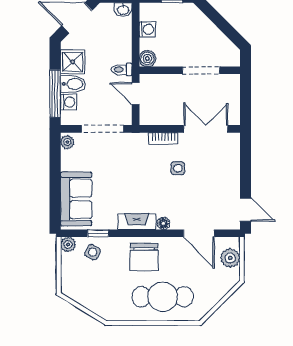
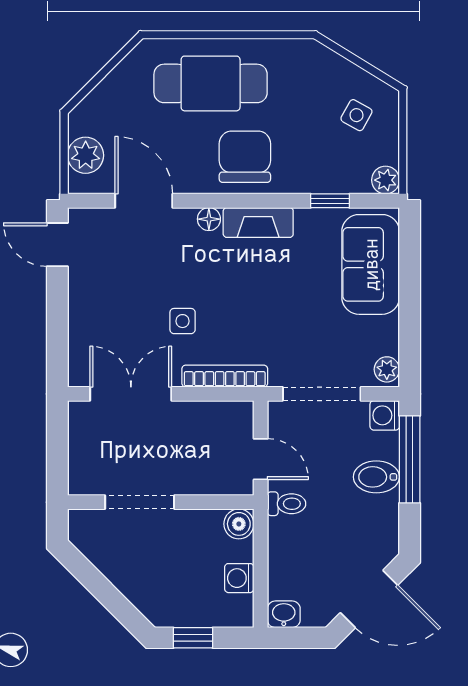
shower: (73, 62) -> (377, 518), removed
washing machine: (68, 102) -> (385, 415), moved
double door: (206, 129) -> (131, 394), swing flipped
bookcase: (163, 139) -> (225, 376), width x1.56
side table: (93, 252) -> (356, 115), moved

